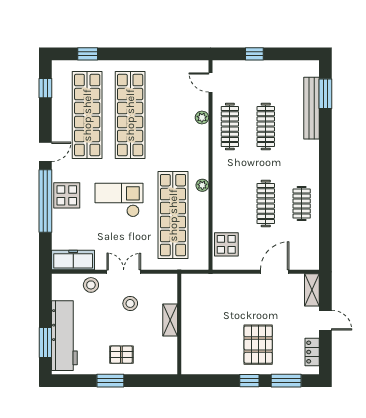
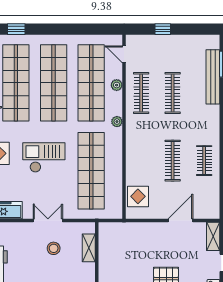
shop shelf: (173, 115) -> (91, 83), added
plant: (202, 185) -> (117, 122), moved
stool: (91, 285) -> (19, 232), removed
shelving: (170, 320) -> (89, 248), moved

